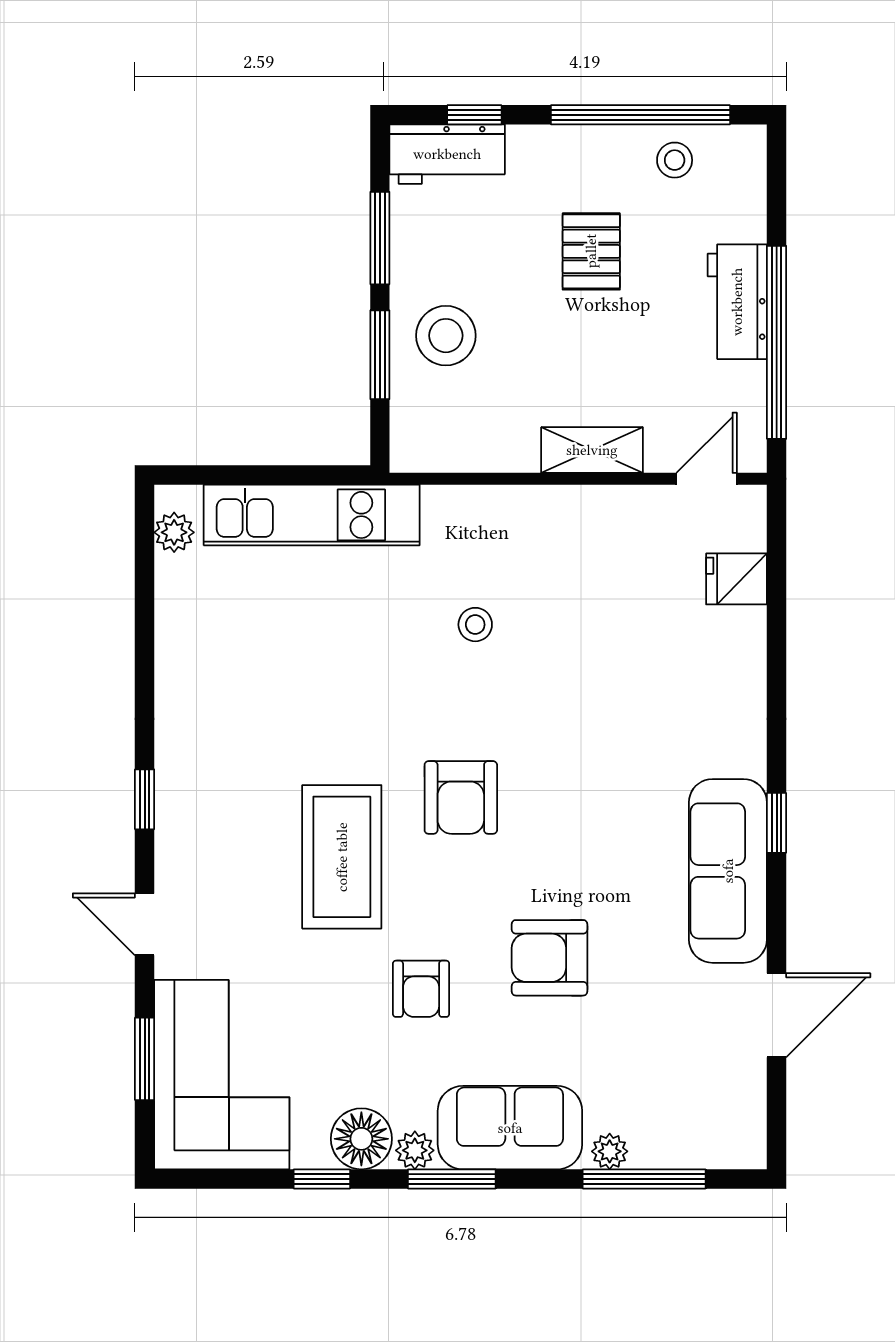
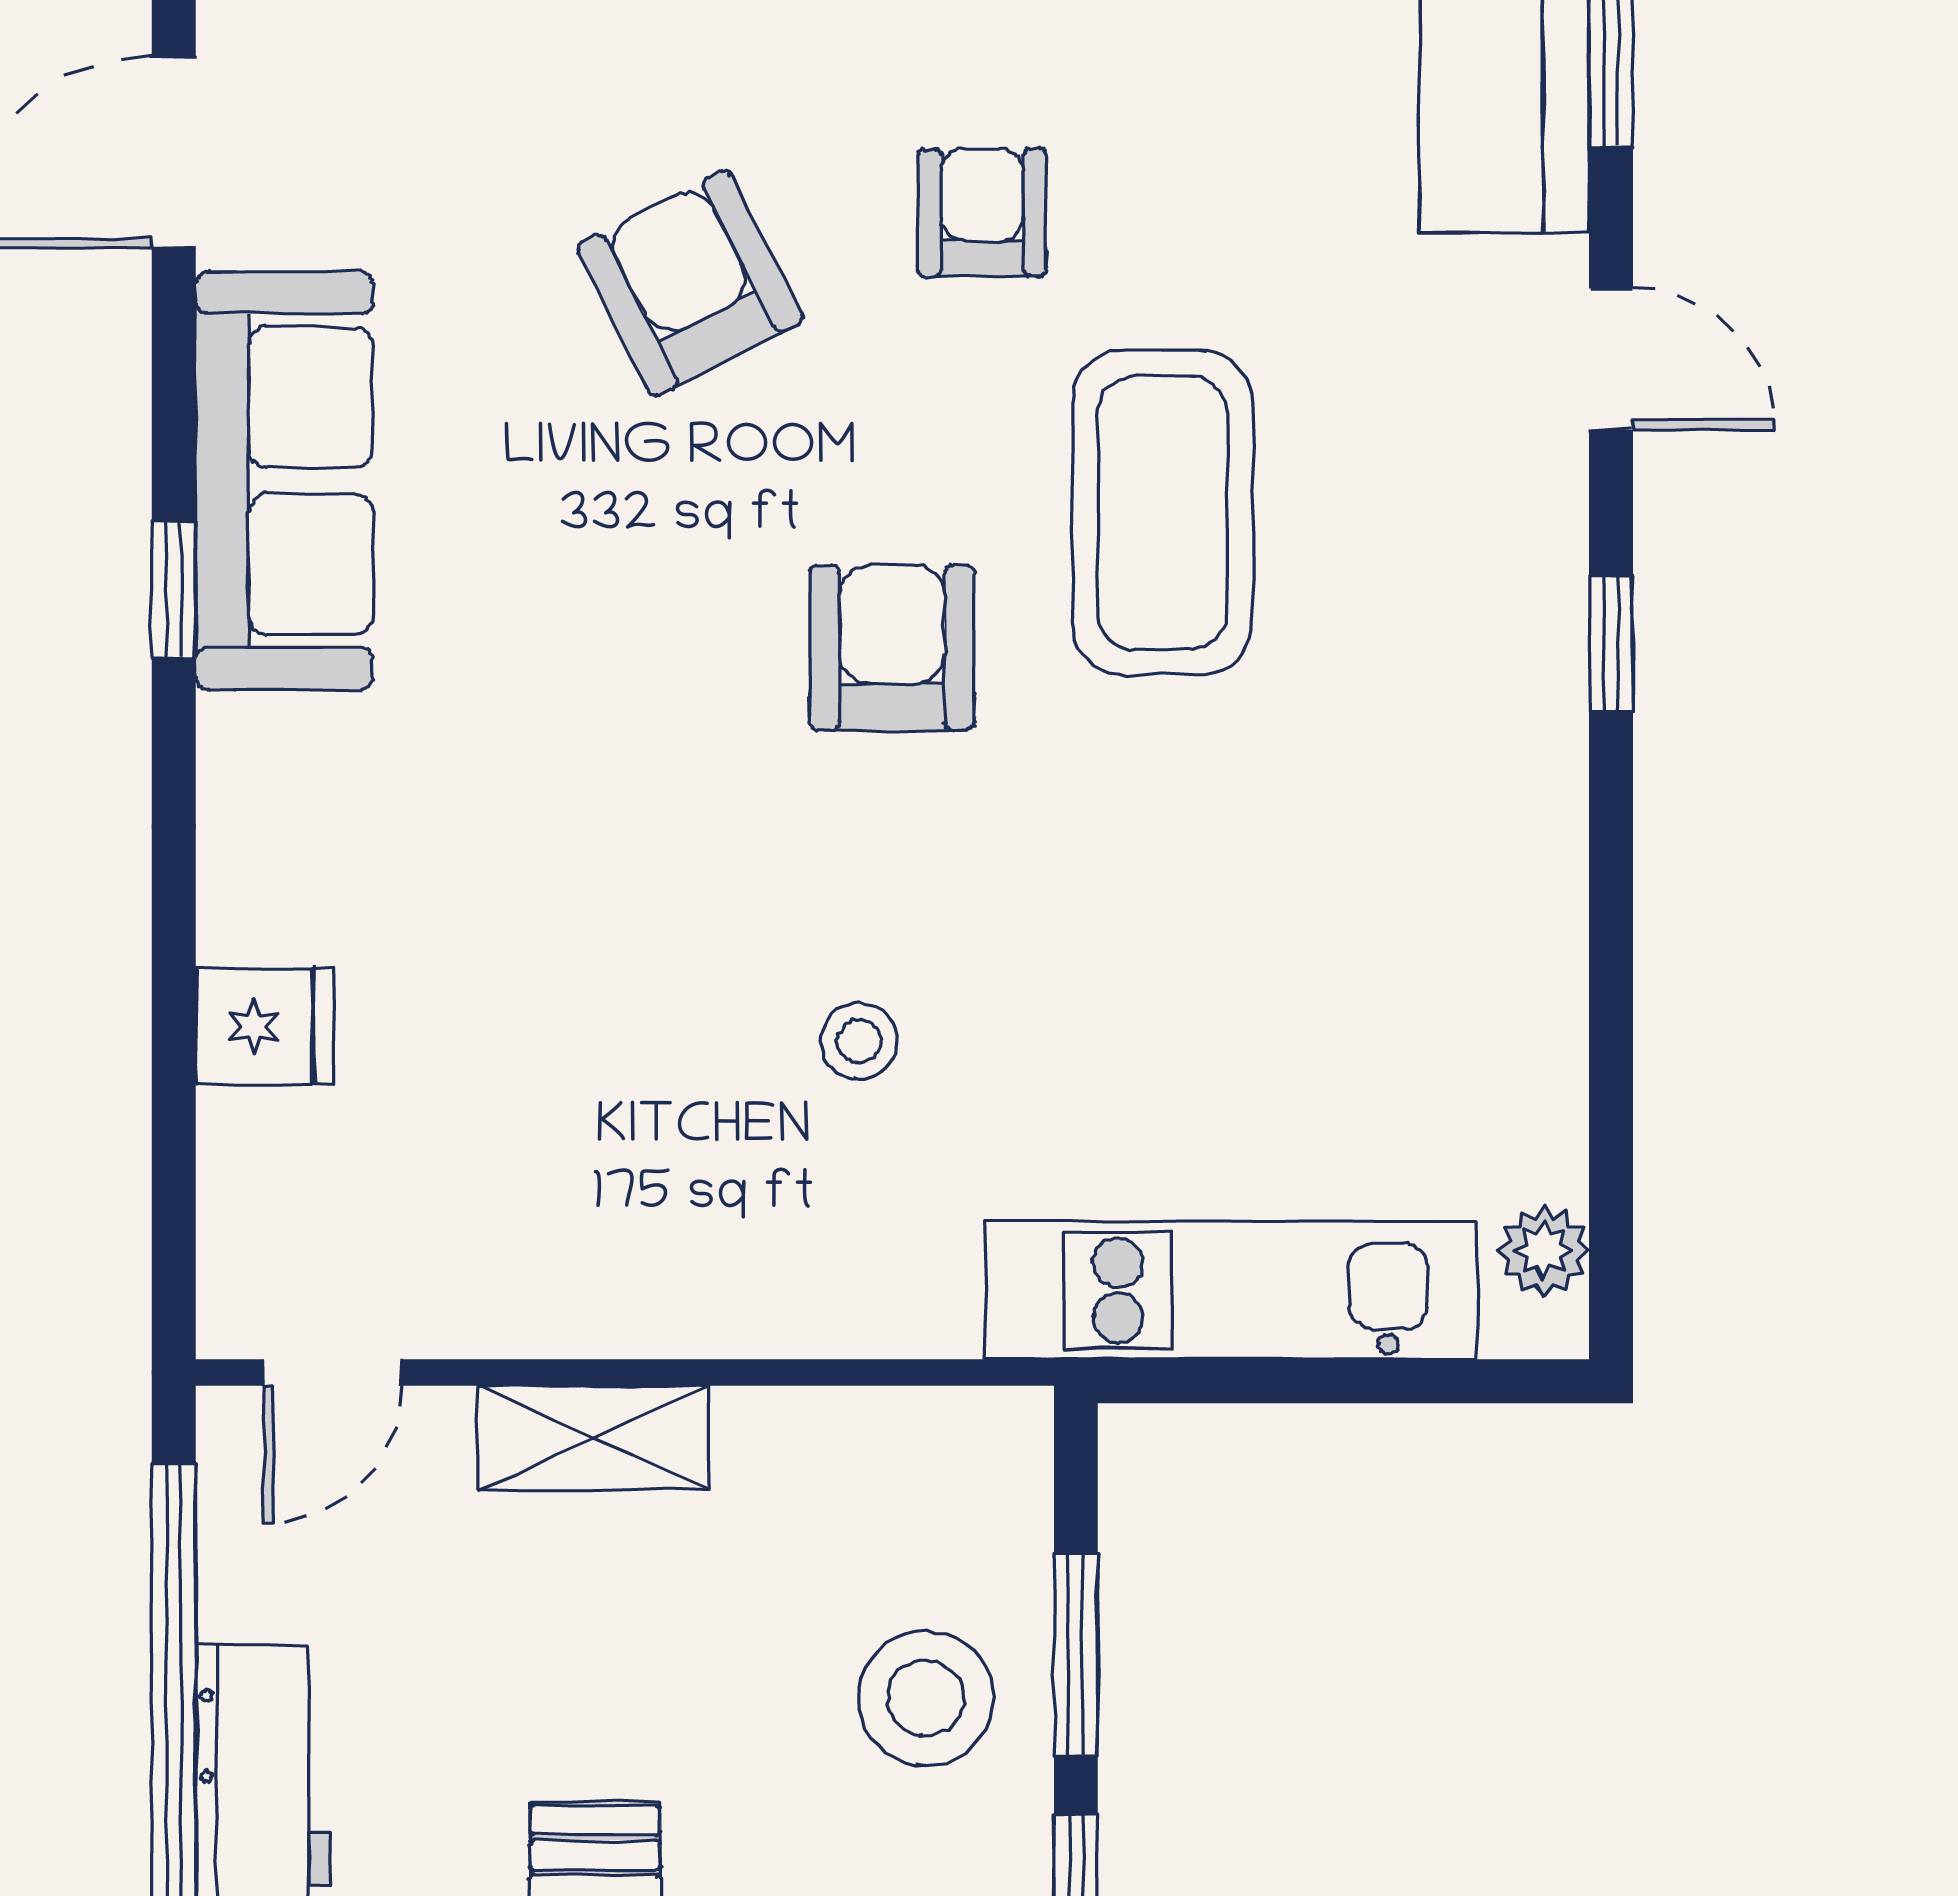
fridge: (737, 579) -> (265, 1026), moved
armchair: (550, 958) -> (690, 283), turned -117

